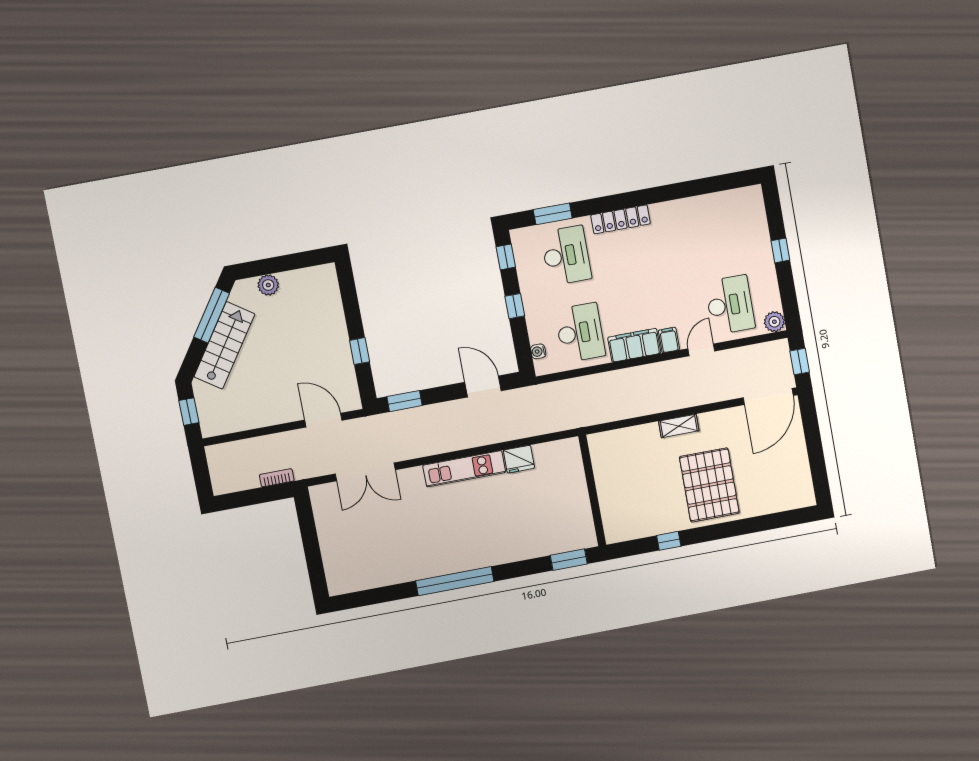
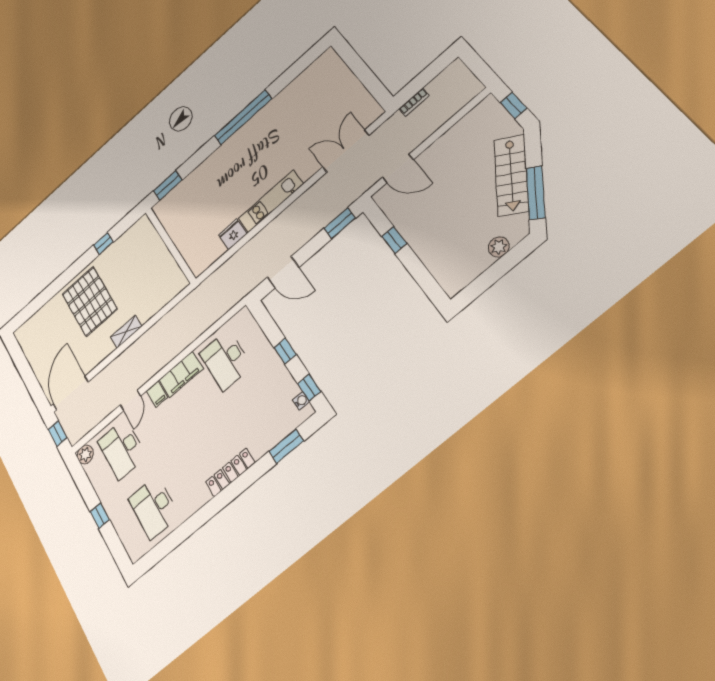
desk: (566, 256) -> (154, 507), moved
water cooler: (538, 351) -> (301, 401), moved

